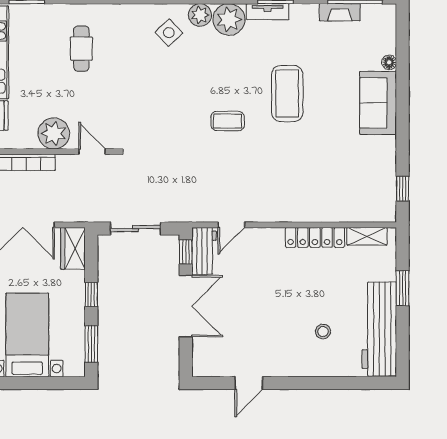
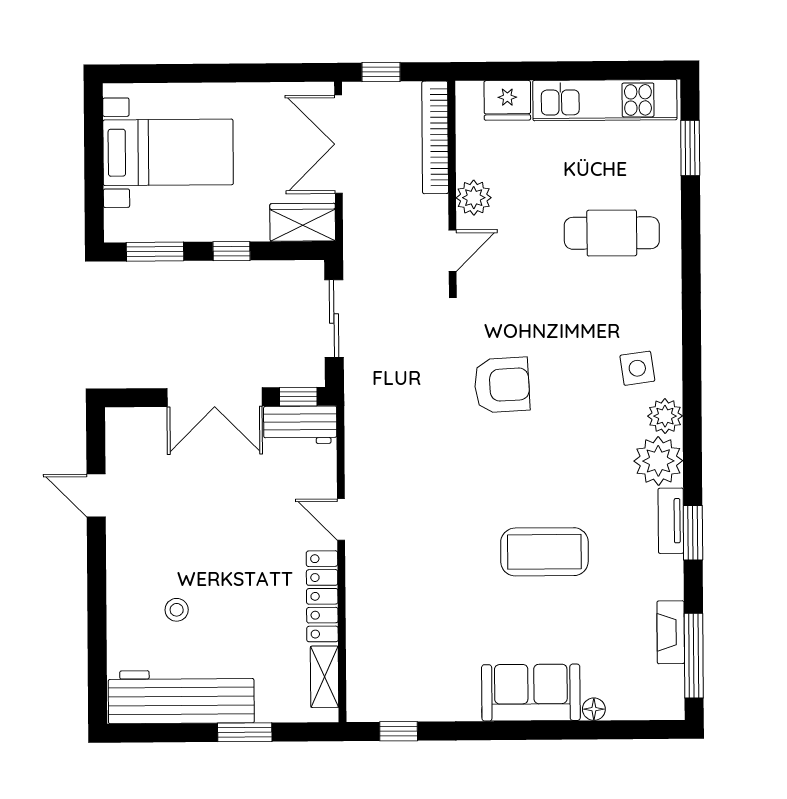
side table: (169, 33) -> (637, 368), turned 35
cafe table: (81, 49) -> (612, 233), width x1.37, depth x1.35
armchair: (179, 120) -> (502, 385), added
coffee table: (228, 121) -> (501, 460), removed
plant: (54, 133) -> (474, 198), width x0.73, depth x0.73
door: (231, 225) -> (341, 520), moved

